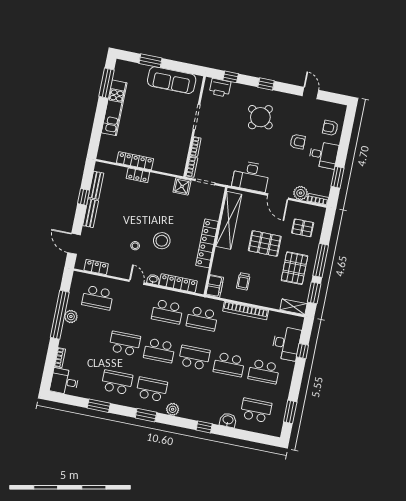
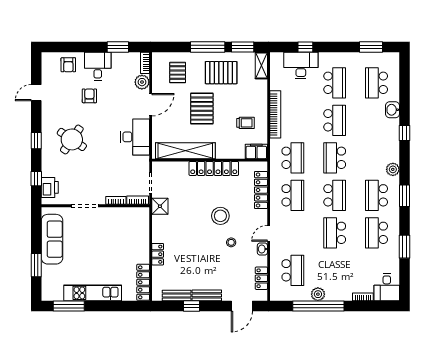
locker: (135, 161) -> (143, 282), moved
washbasin: (153, 280) -> (262, 249), moved

